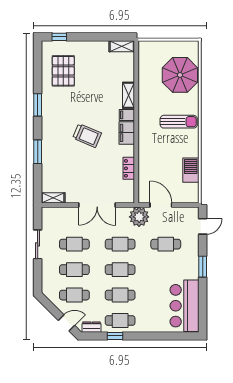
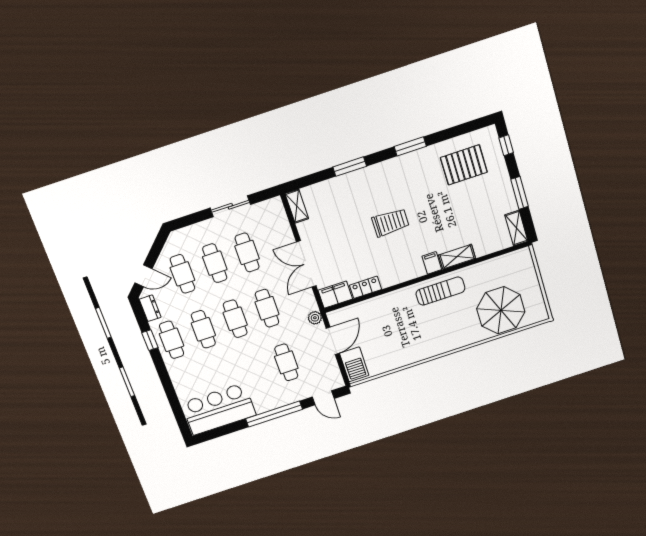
window: (97, 37) -> (519, 193), added
sun lounger: (179, 122) -> (440, 291), moved, turned -90
filing cabinet: (127, 133) -> (335, 295), moved
trolley: (87, 136) -> (390, 222), turned -113
barbecue: (191, 170) -> (354, 364), moved, turned 90
plant: (139, 217) -> (315, 318), width x0.53, depth x0.53
window: (203, 267) -> (274, 414), width x2.11
door: (66, 323) -> (143, 276), hinge flipped

